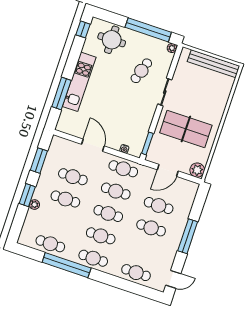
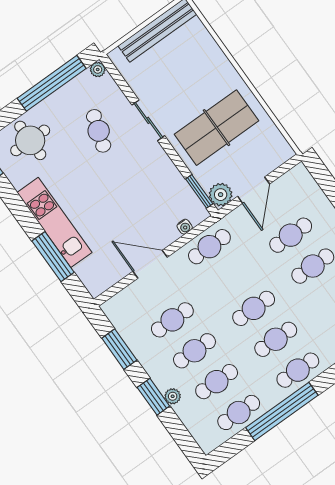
plant: (197, 170) -> (221, 195), moved
cafe table: (116, 191) -> (217, 382), moved

